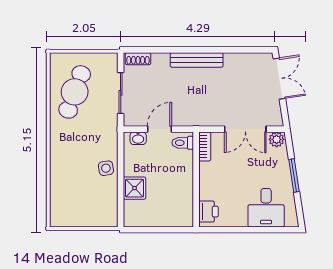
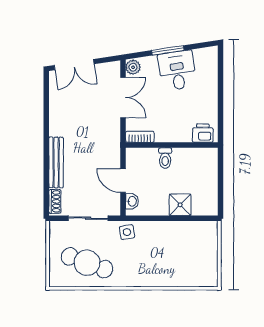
bench: (197, 60) -> (56, 162), moved
double door: (279, 79) -> (74, 65), swing flipped
toilet: (183, 143) -> (165, 158), moved
side table: (106, 168) -> (127, 232), moved
desk: (266, 208) -> (177, 71), moved, turned -99

